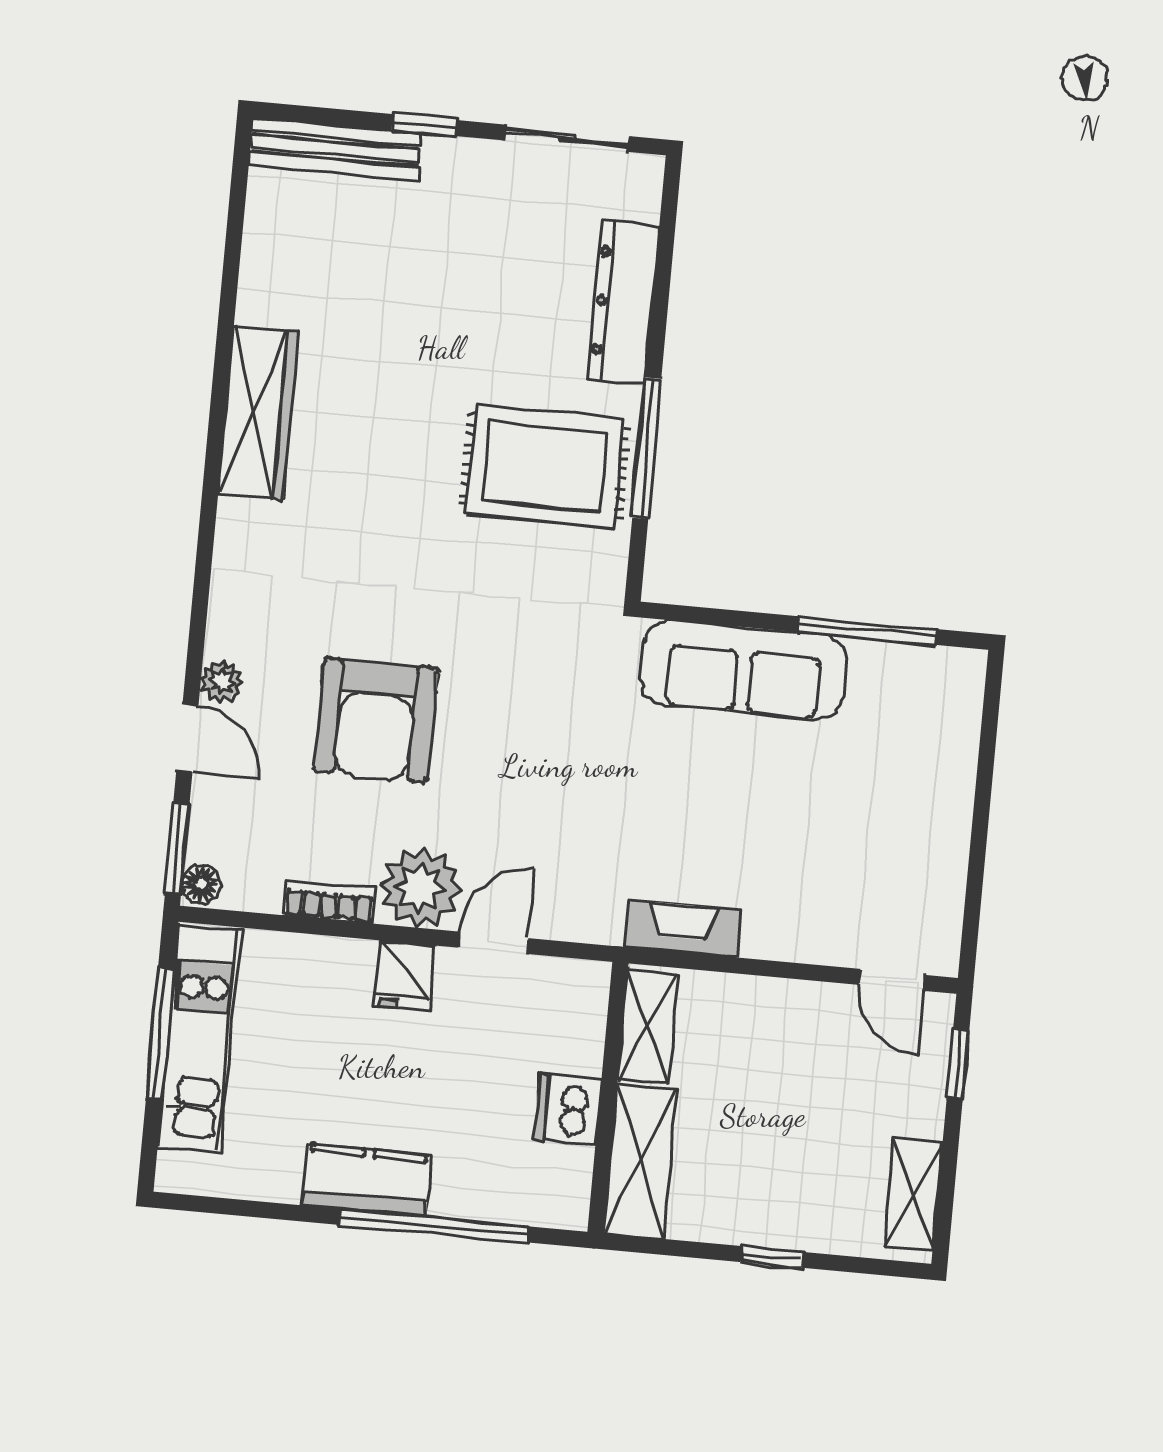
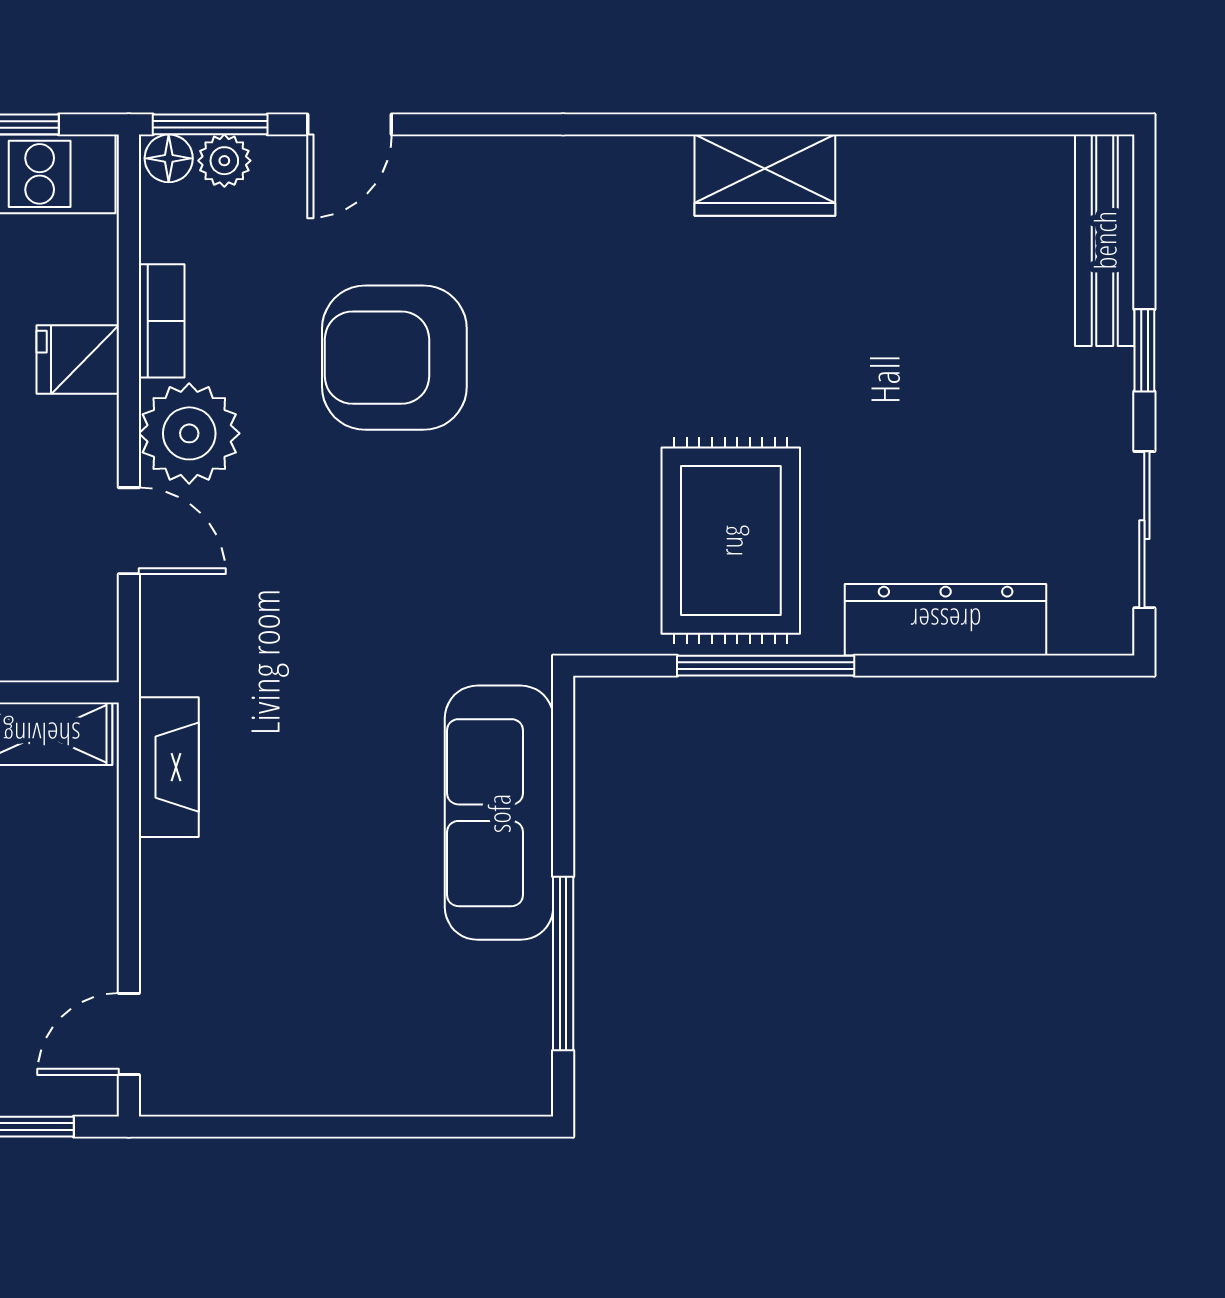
wardrobe: (258, 413) -> (765, 175), width x0.67
plant: (222, 682) -> (224, 161), moved
fridge: (405, 975) -> (78, 359), moved

